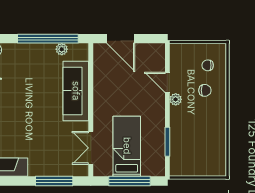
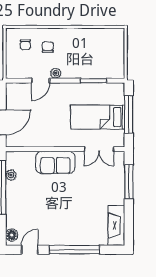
sofa: (76, 91) -> (55, 162), width x0.73

